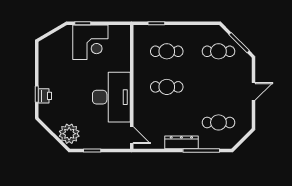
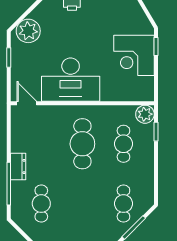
plant: (141, 33) -> (145, 114), added
cafe table: (167, 87) -> (82, 144), width x1.37, depth x1.35
door: (132, 135) -> (27, 103), swing flipped
dresser: (181, 142) -> (18, 166), width x0.70

